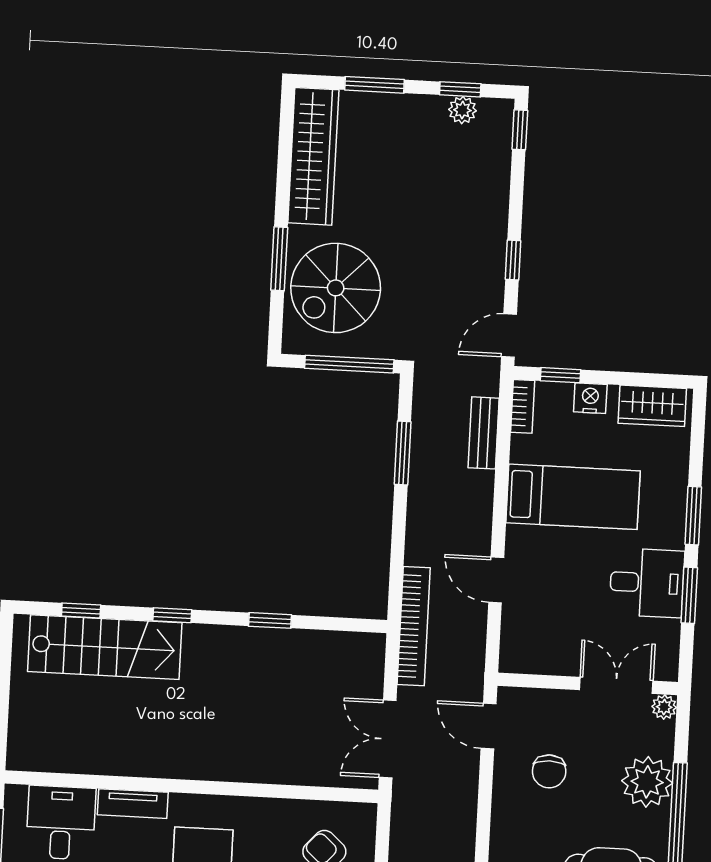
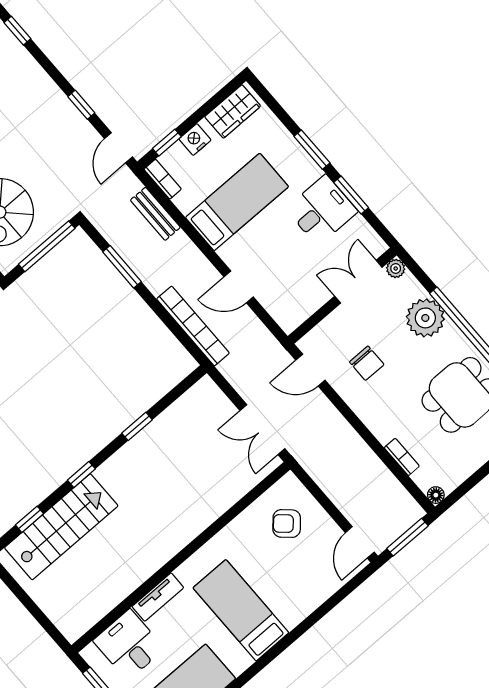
bookcase: (414, 626) -> (193, 326), moved

